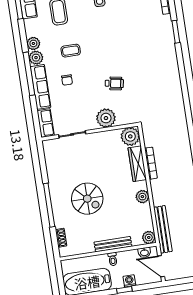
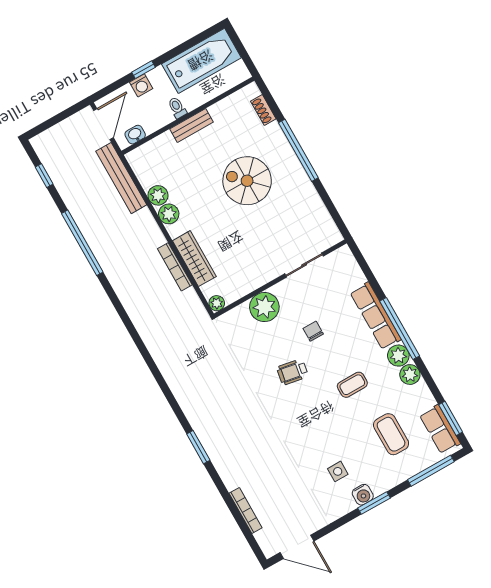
window: (176, 32) -> (198, 447), moved
chair: (67, 80) -> (313, 331), moved
wheelchair: (114, 83) -> (292, 372), moved
row of seats: (46, 123) -> (349, 267), removed
plant: (130, 136) -> (217, 303), width x0.53, depth x0.53
plant: (149, 237) -> (158, 195), moved
bench: (113, 244) -> (192, 125), width x0.73
door: (161, 266) -> (103, 124), hinge flipped

